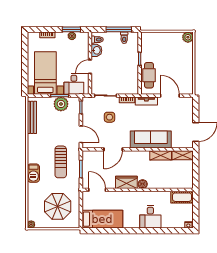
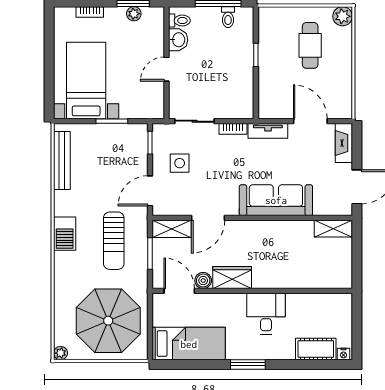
cafe table: (149, 75) -> (310, 45), moved
desk: (74, 84) -> (137, 100), removed
plant: (61, 104) -> (114, 136), removed
fireplace: (189, 108) -> (344, 143), added
side table: (109, 117) -> (180, 163), moved
door: (81, 134) -> (150, 191), swing flipped
shelving: (161, 155) -> (172, 229), moved
barbecue: (33, 173) -> (65, 234), moved
boiler: (143, 184) -> (203, 281), moved
cot: (182, 197) -> (316, 349), moved
parasol: (58, 206) -> (108, 321), width x1.36, depth x1.36
desk: (150, 217) -> (266, 314), moved, turned 180
window: (135, 231) -> (248, 364), added

